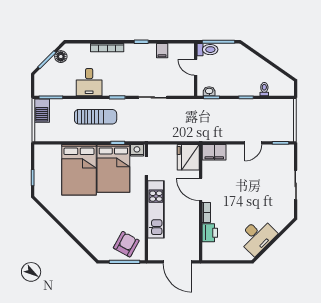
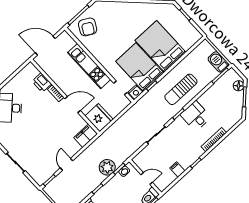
floor lamp: (61, 57) -> (239, 86), moved
desk: (89, 82) -> (196, 116), moved
plant: (221, 108) -> (107, 167), added

